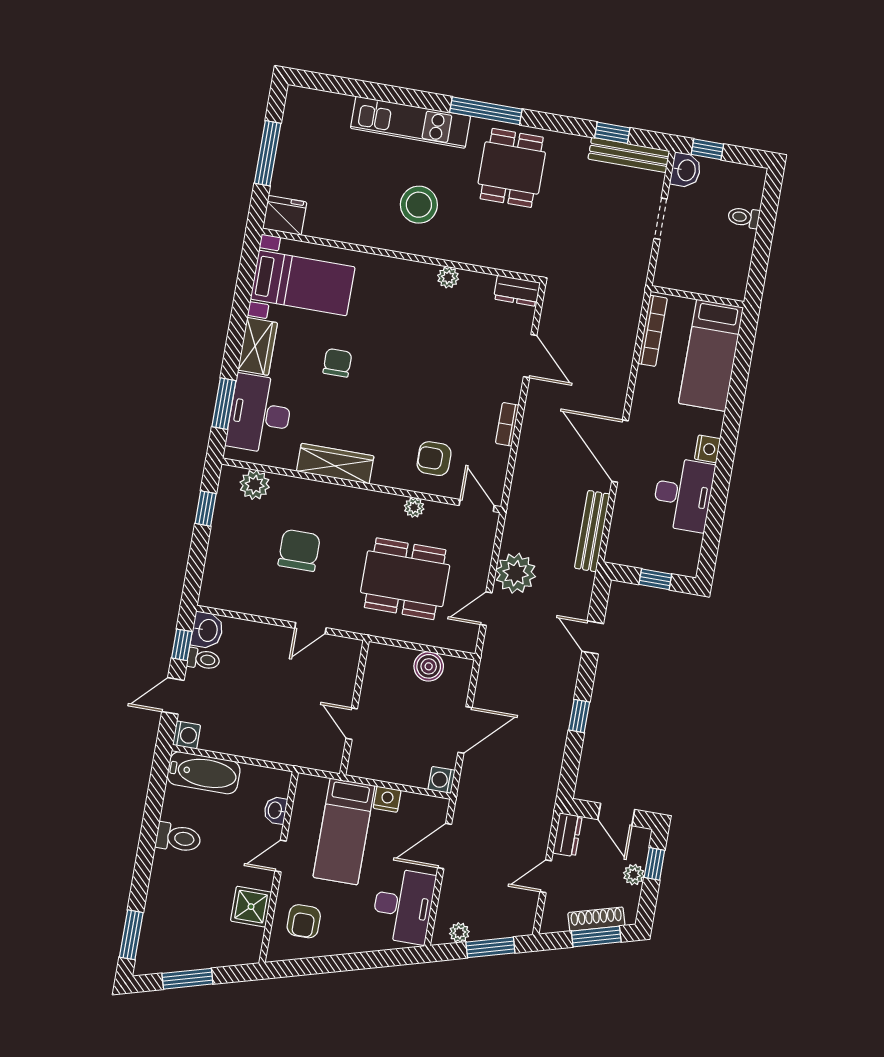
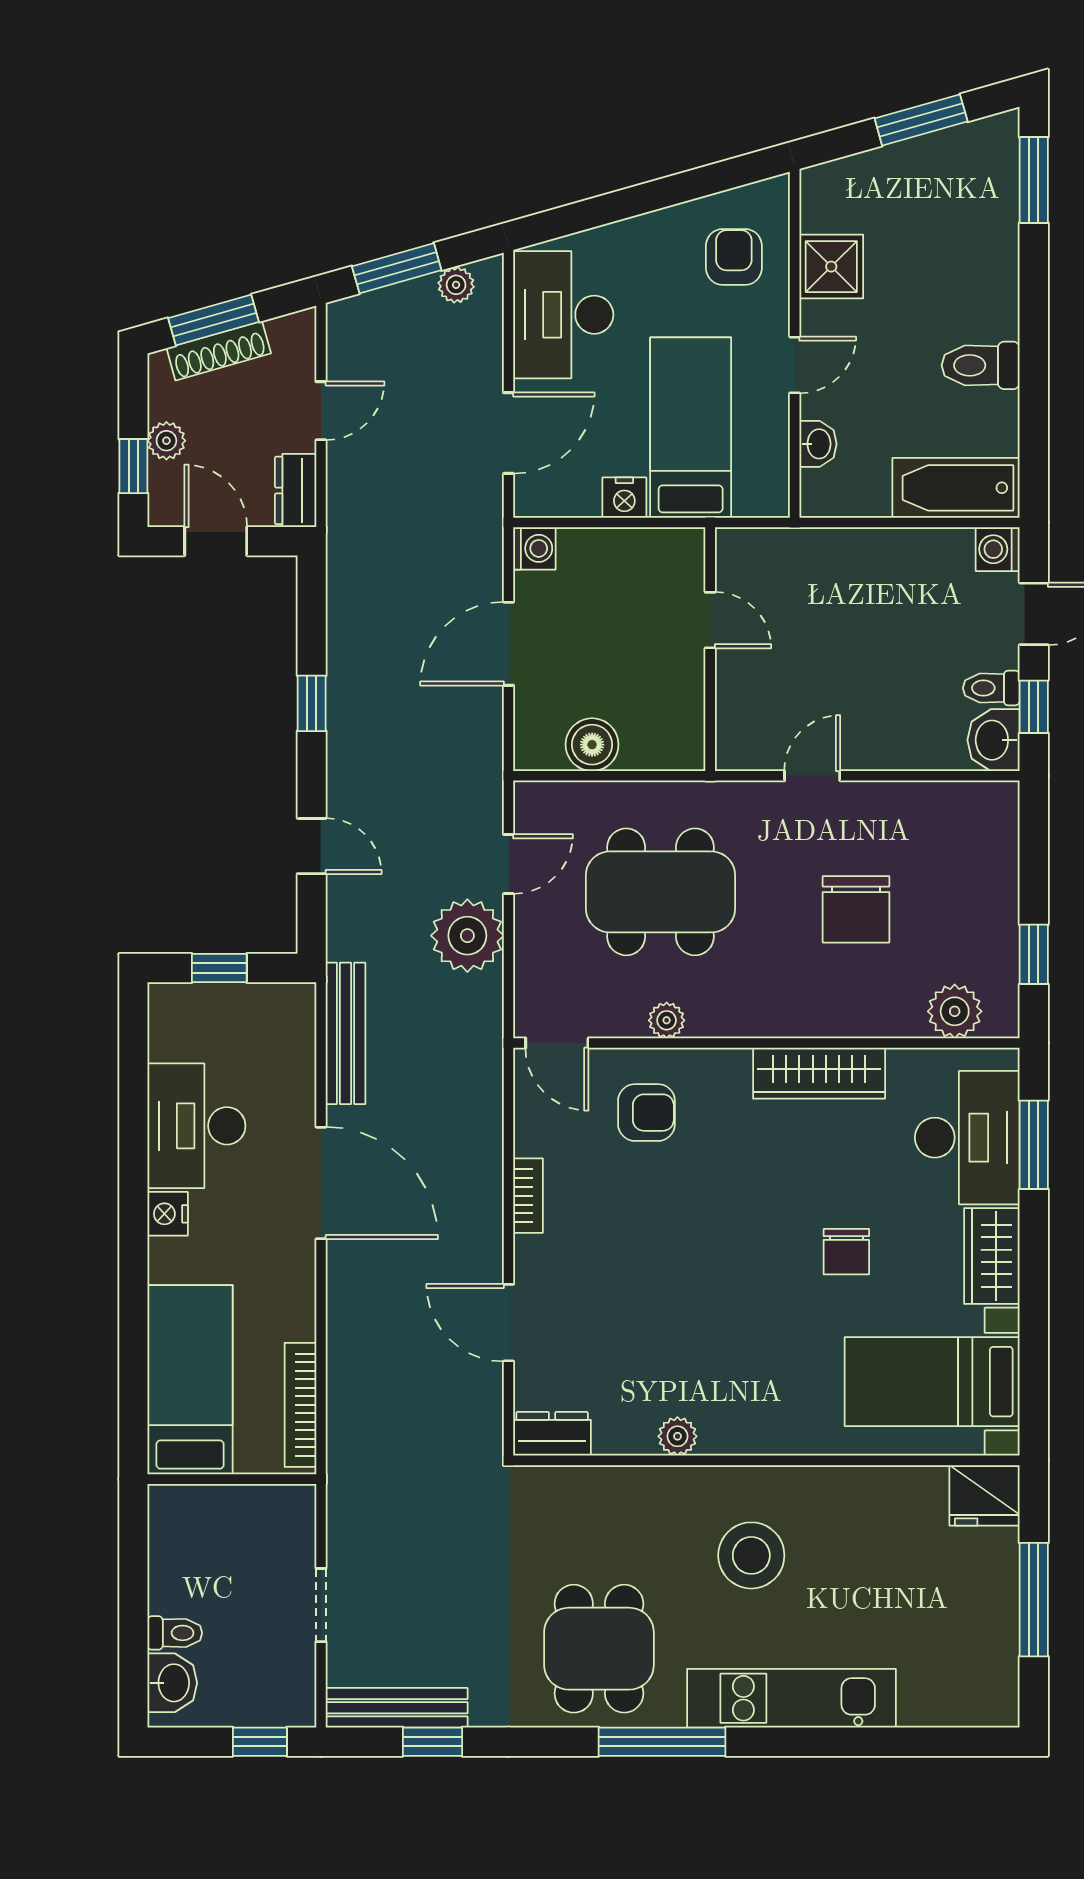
washbasin: (686, 170) -> (172, 1683), moved, turned 180

